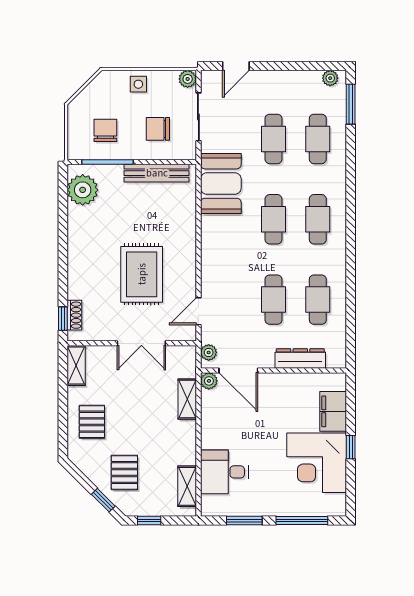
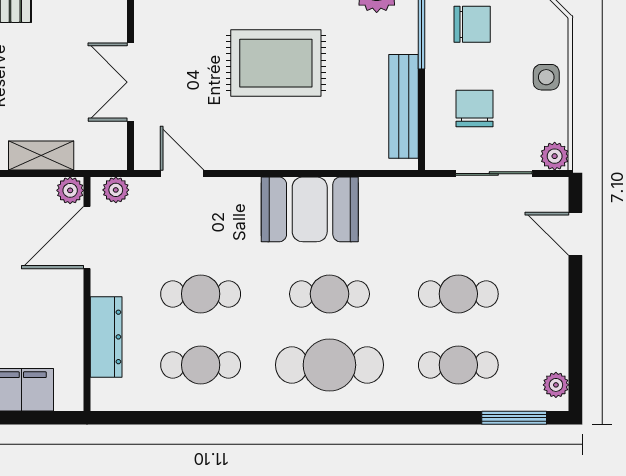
booth: (221, 184) -> (310, 209), moved
cafe table: (318, 219) -> (329, 365), width x1.37, depth x1.35
rug: (142, 274) -> (276, 63), moved

